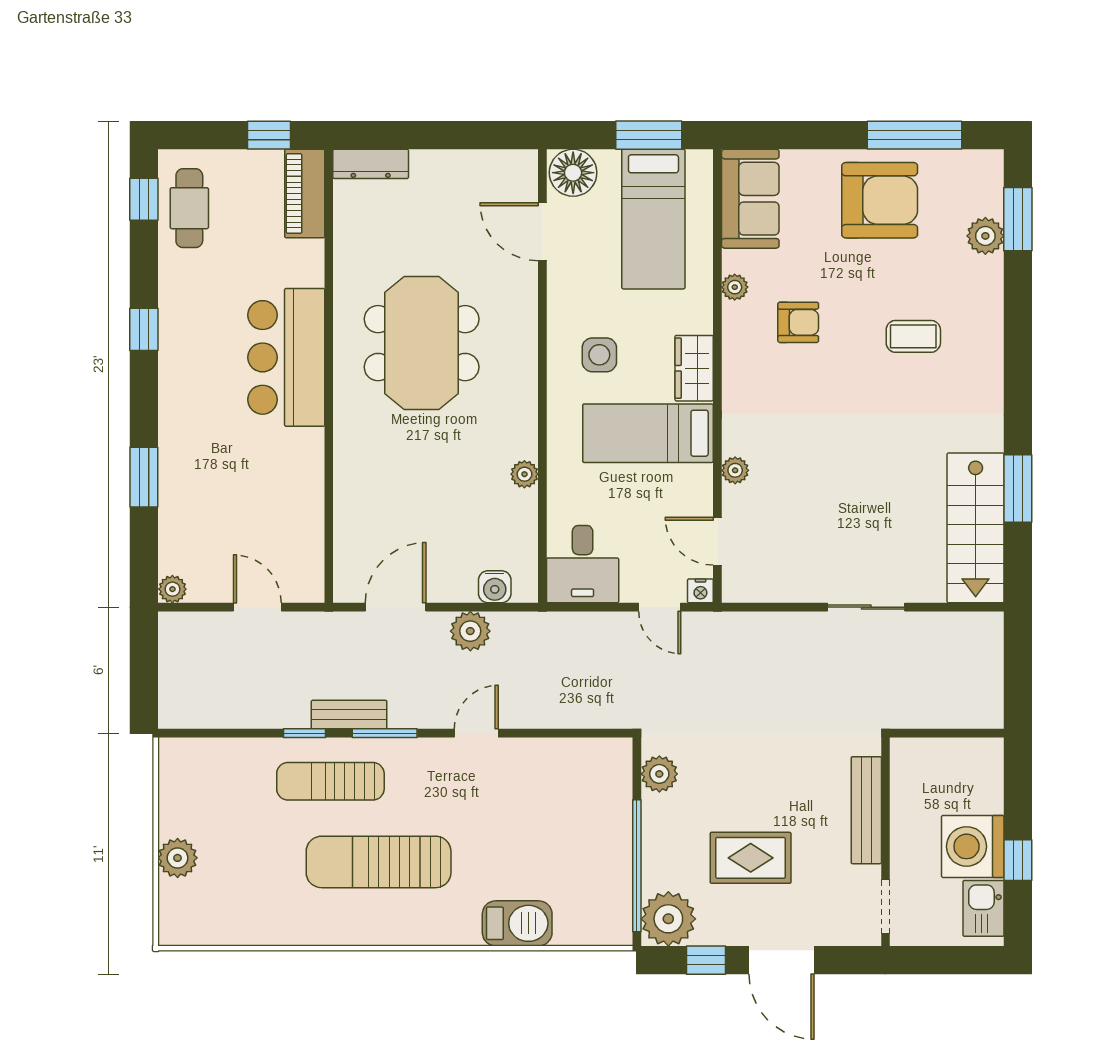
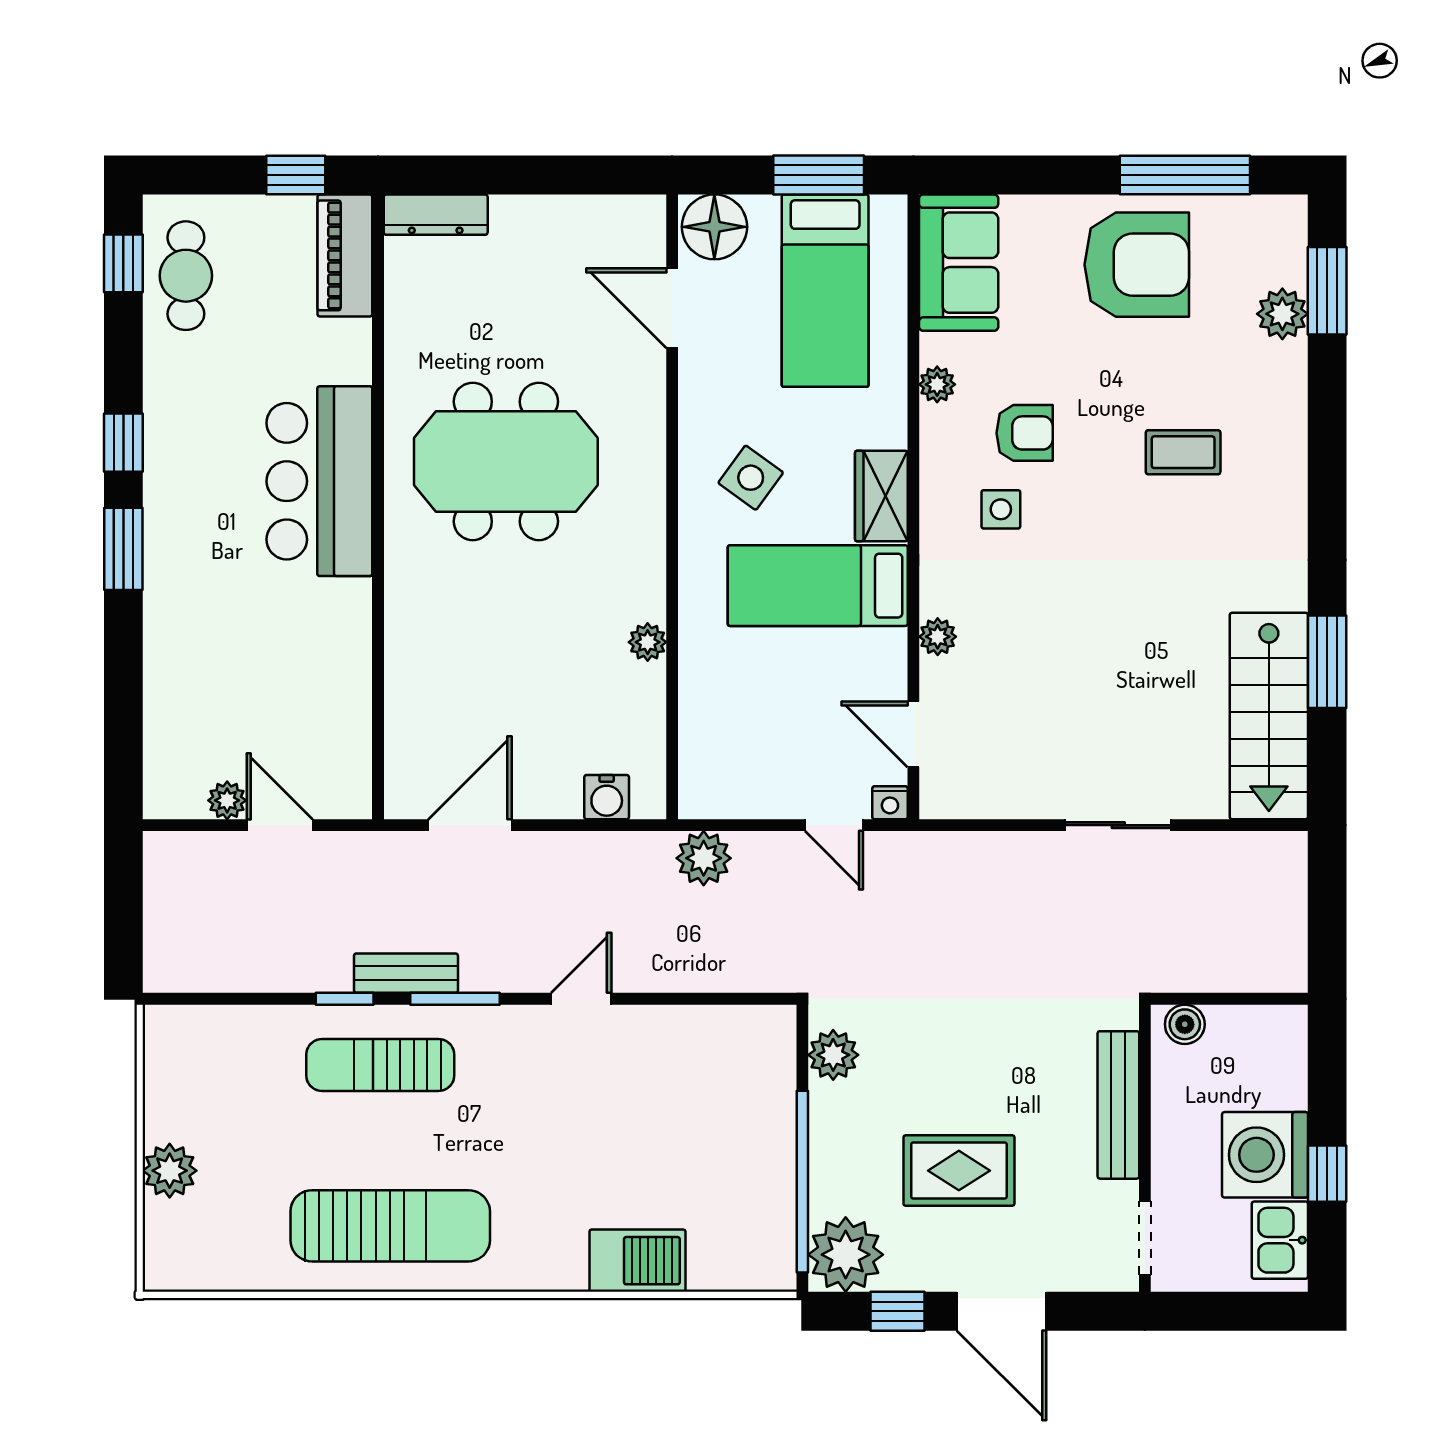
meeting table: (422, 343) -> (506, 461), turned 90
side table: (599, 355) -> (751, 478), turned 36
side table: (781, 378) -> (1001, 509), added
window: (144, 477) -> (123, 549), moved
desk: (583, 564) -> (728, 766), removed
plant: (172, 589) -> (227, 800), moved
plant: (470, 631) -> (704, 858), moved
boiler: (915, 752) -> (1185, 1024), added
sun lounger: (379, 862) -> (390, 1226), moved, turned 180

